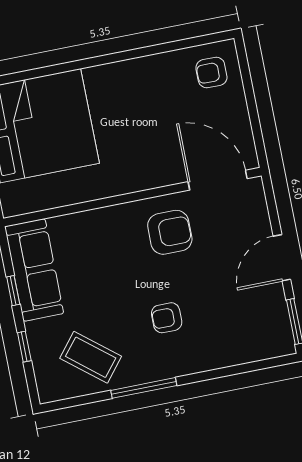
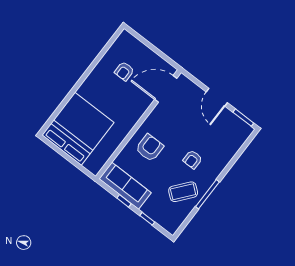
armchair: (211, 72) -> (124, 71), moved
armchair: (170, 232) -> (149, 148), moved
coffee table: (91, 357) -> (183, 192), moved

